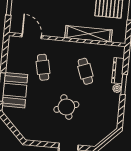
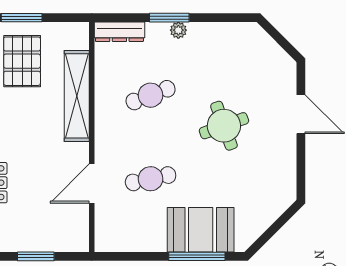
door: (32, 36) -> (92, 184), moved
dresser: (118, 71) -> (119, 32), moved

